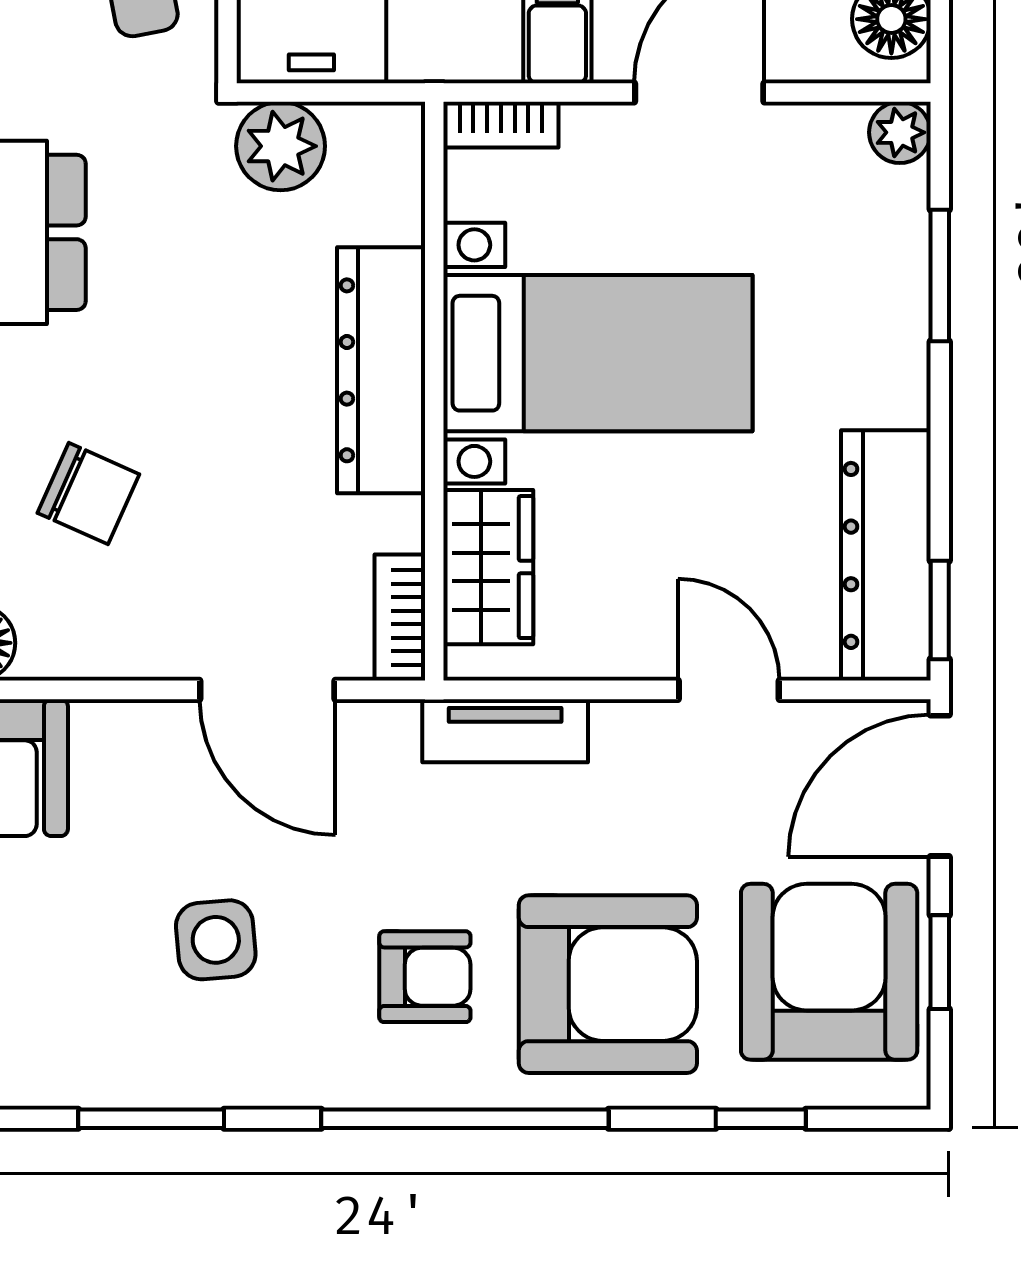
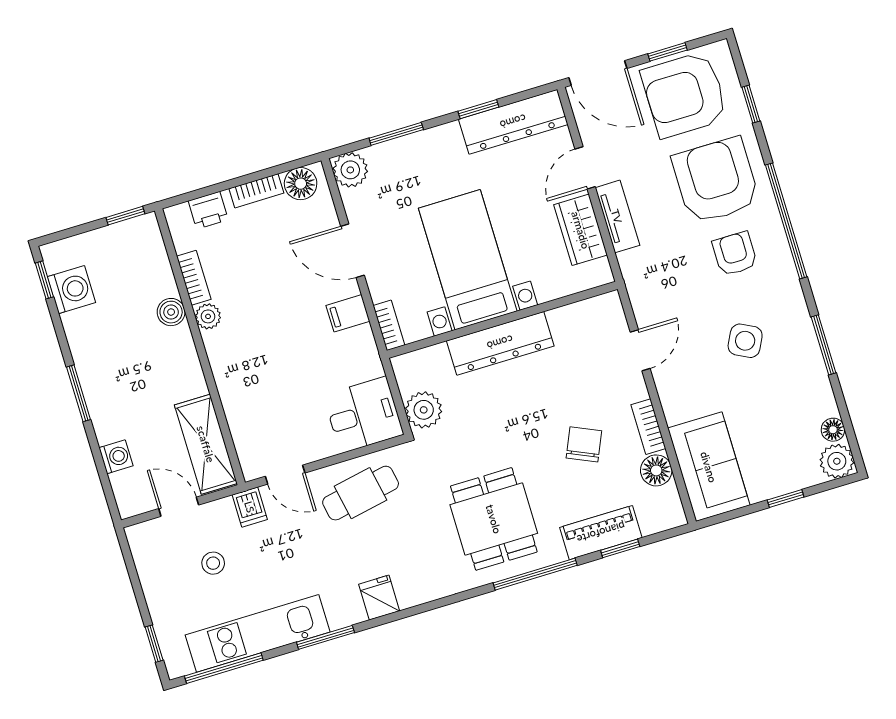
plant: (900, 132) -> (350, 170), width x1.38, depth x1.38
wardrobe: (488, 567) -> (581, 230), moved, turned -90
window: (940, 610) -> (478, 109), moved
bookcase: (400, 618) -> (648, 427), moved, turned 90
door: (267, 690) -> (640, 350), width x0.73
tv unit: (505, 731) -> (617, 216), moved
side table: (216, 940) -> (745, 341), turned 32

